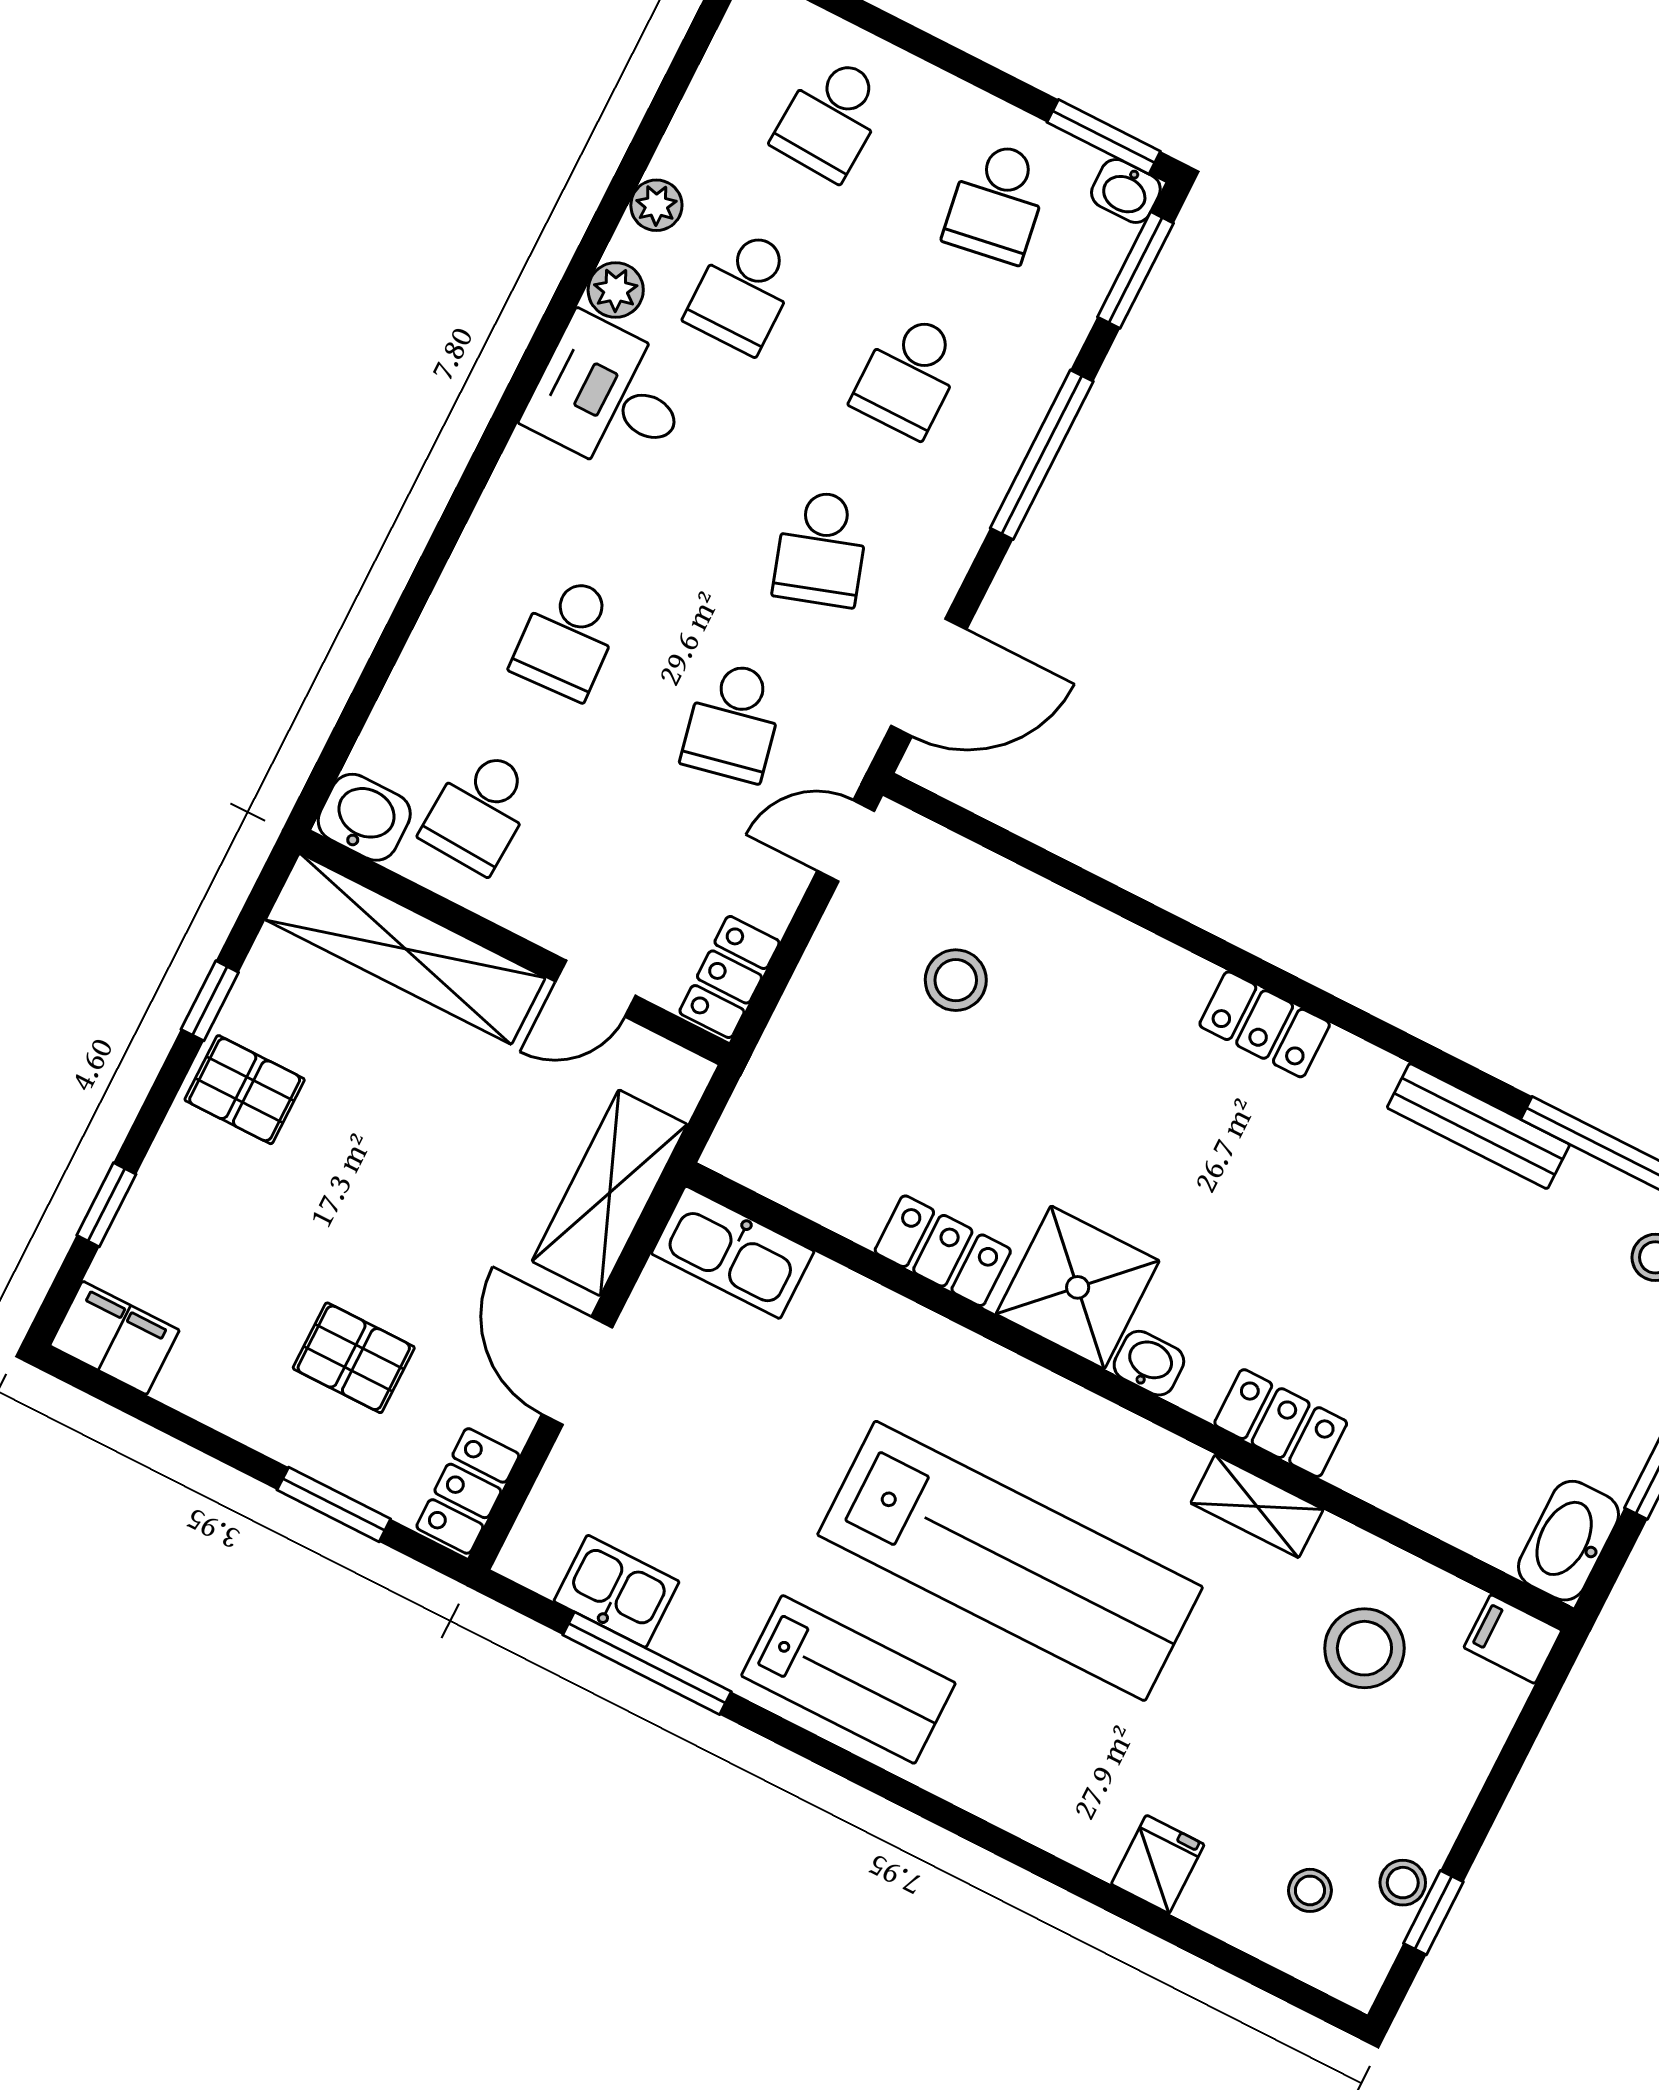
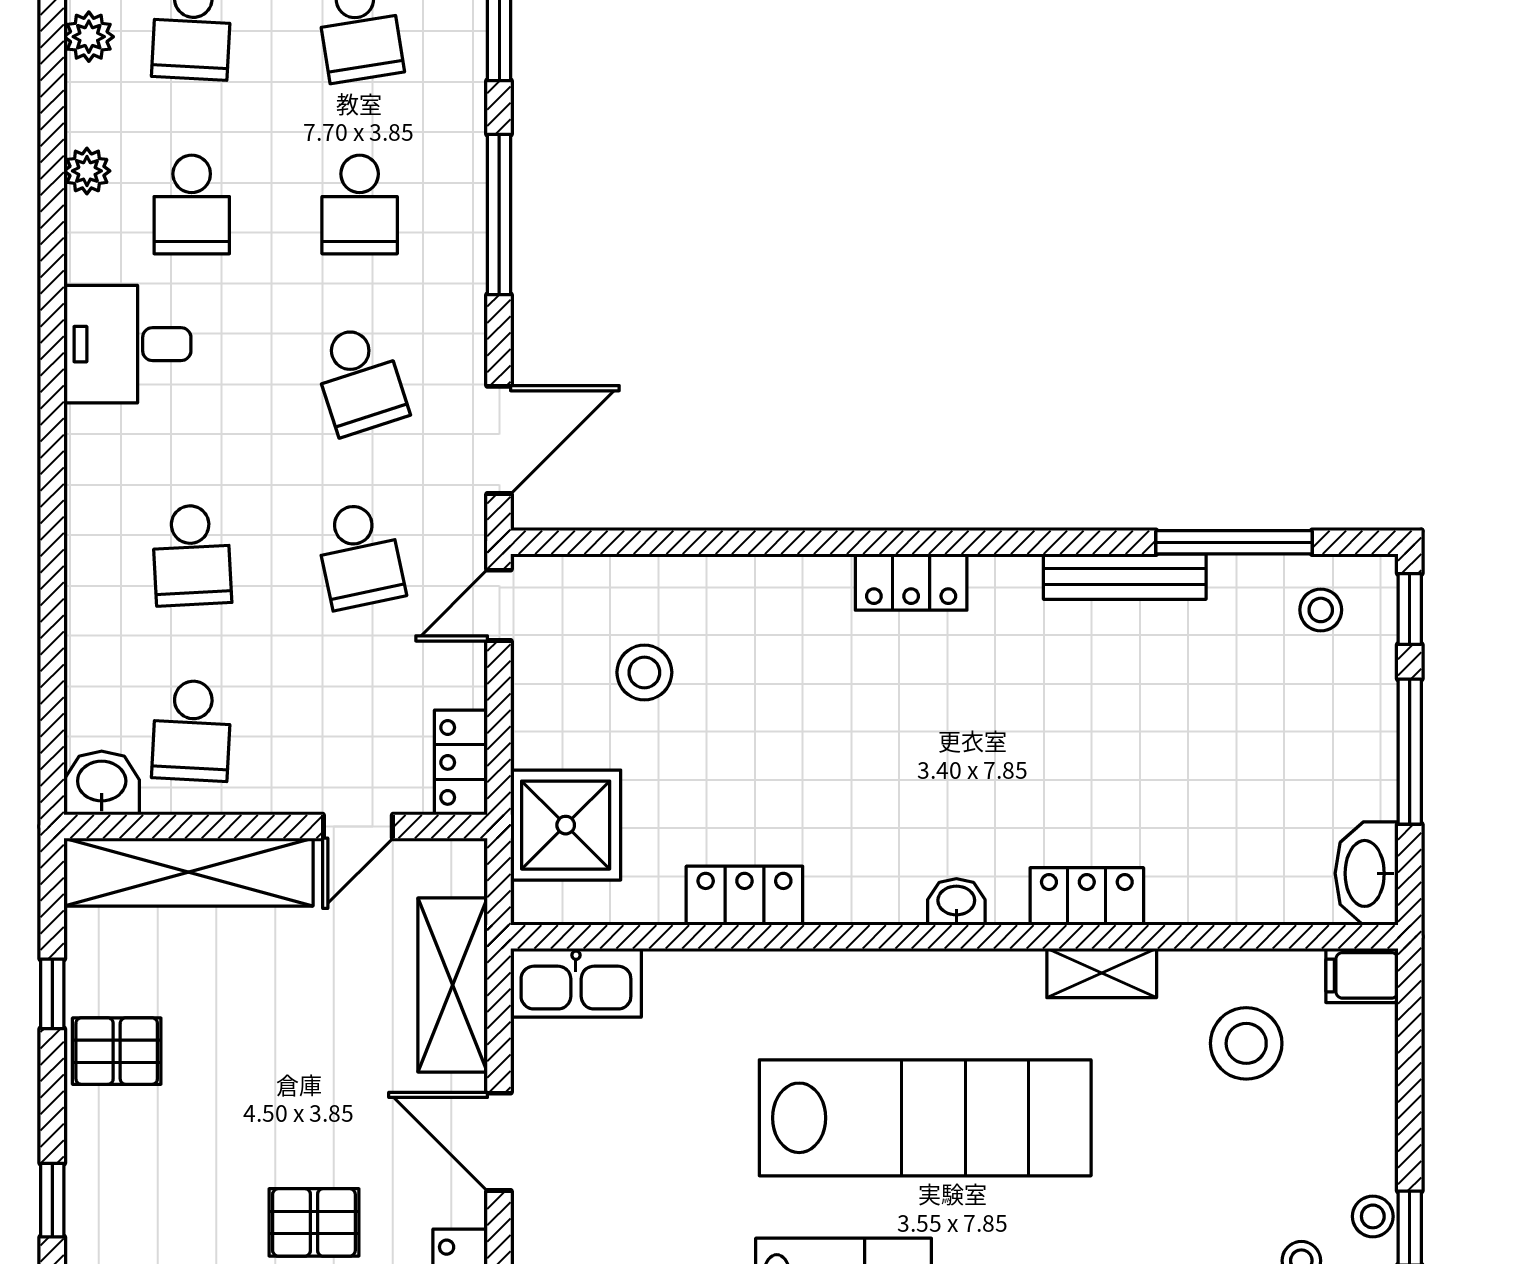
plant: (616, 290) -> (89, 37), moved
shower: (1078, 1287) -> (566, 825), moved

